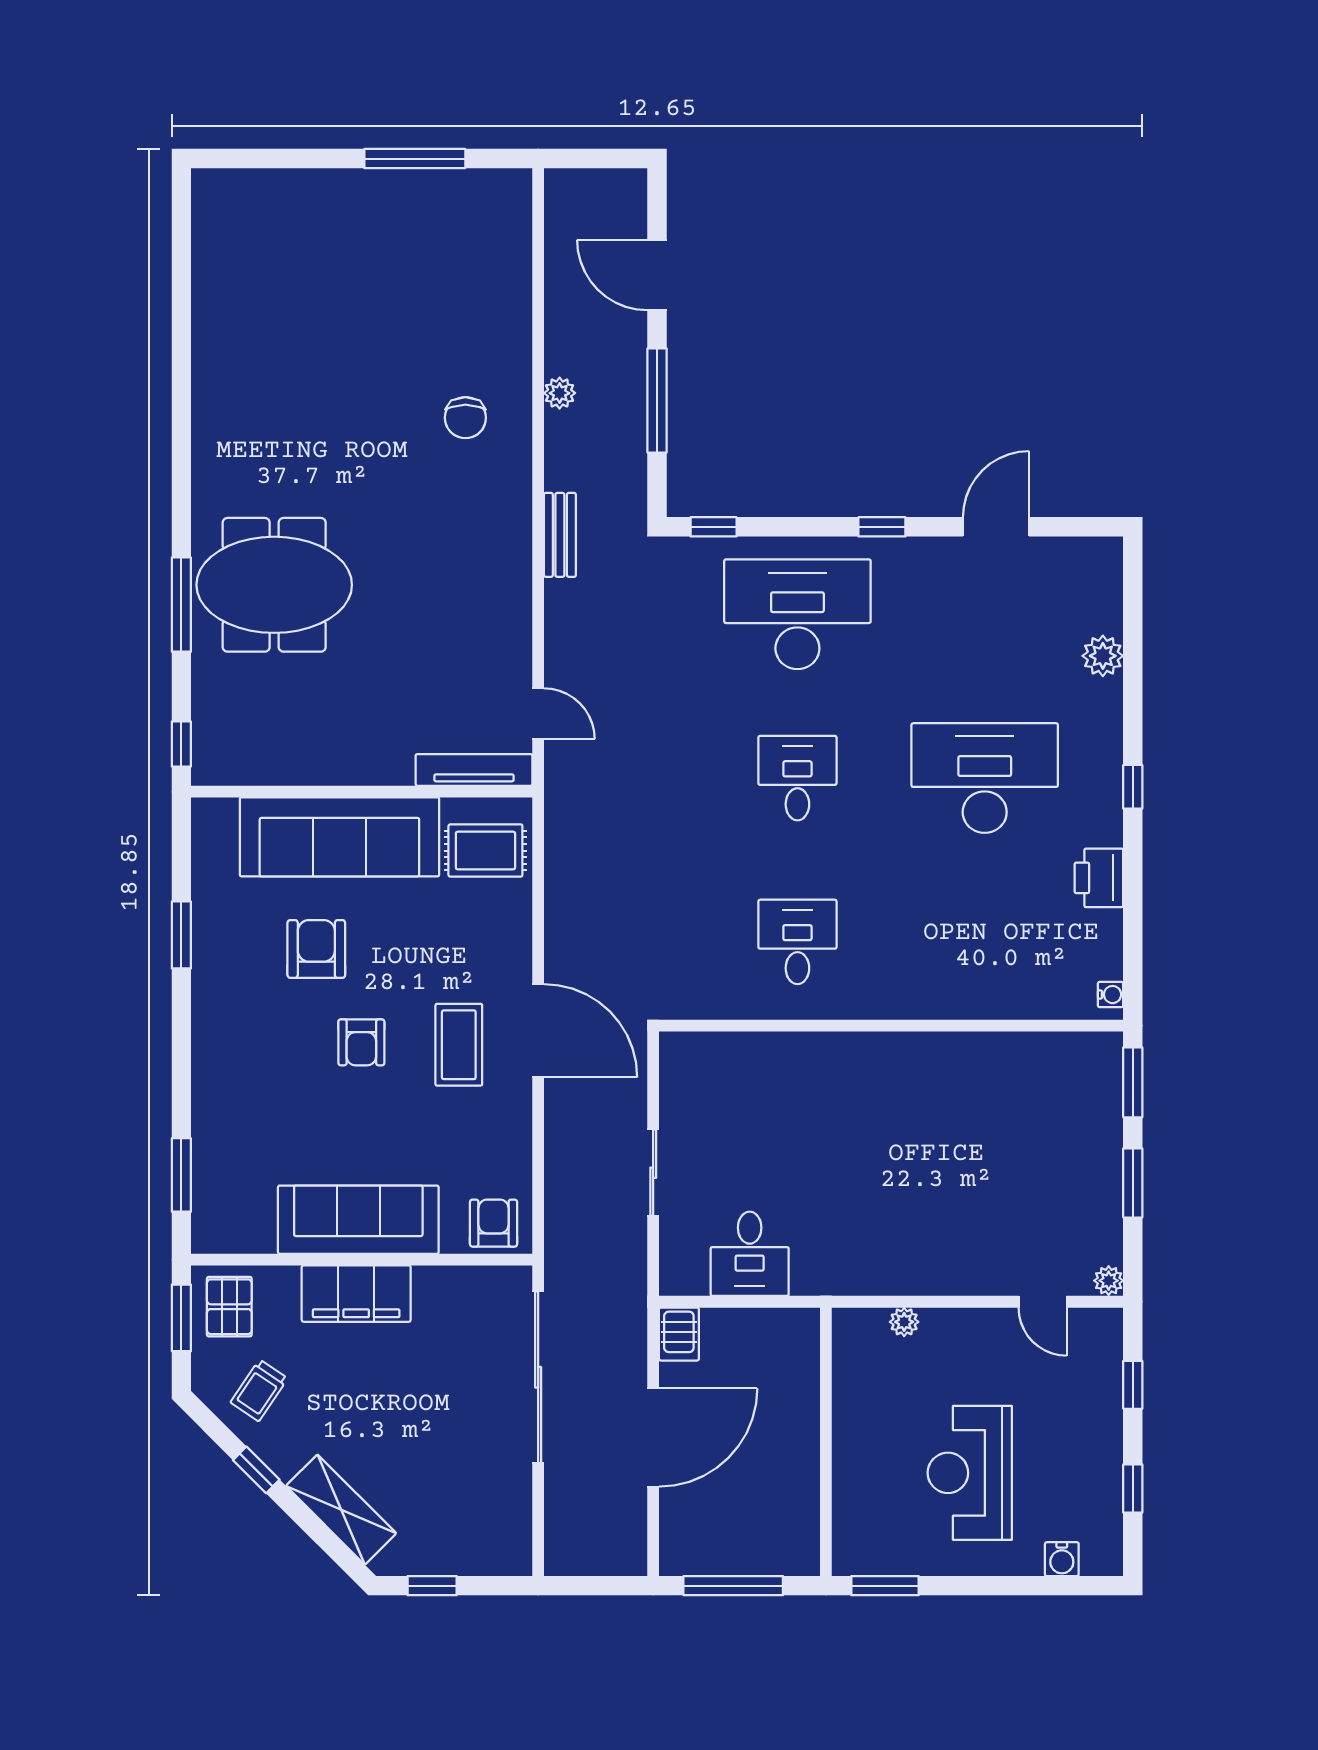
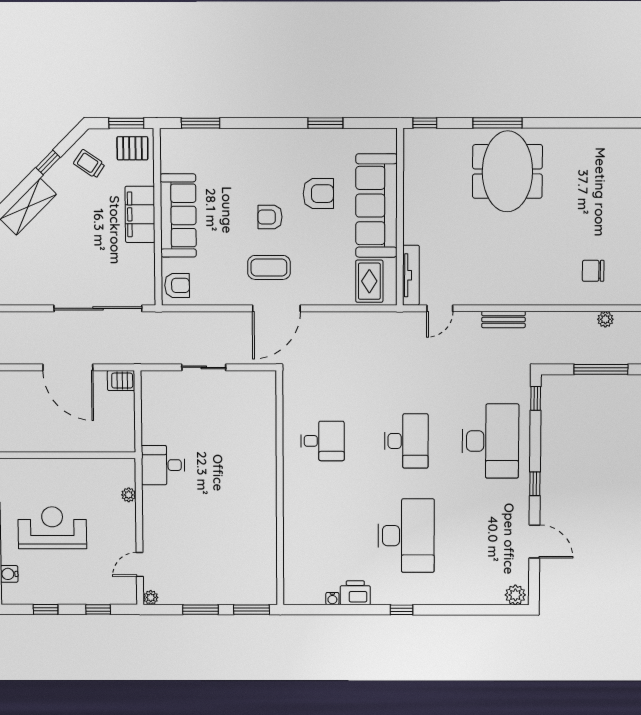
bench: (560, 535) -> (503, 320), moved
plant: (1103, 656) -> (515, 595), moved
desk: (797, 778) -> (406, 441), width x1.37
water cooler: (1111, 995) -> (332, 599), moved
desk: (750, 1254) -> (163, 465), moved

